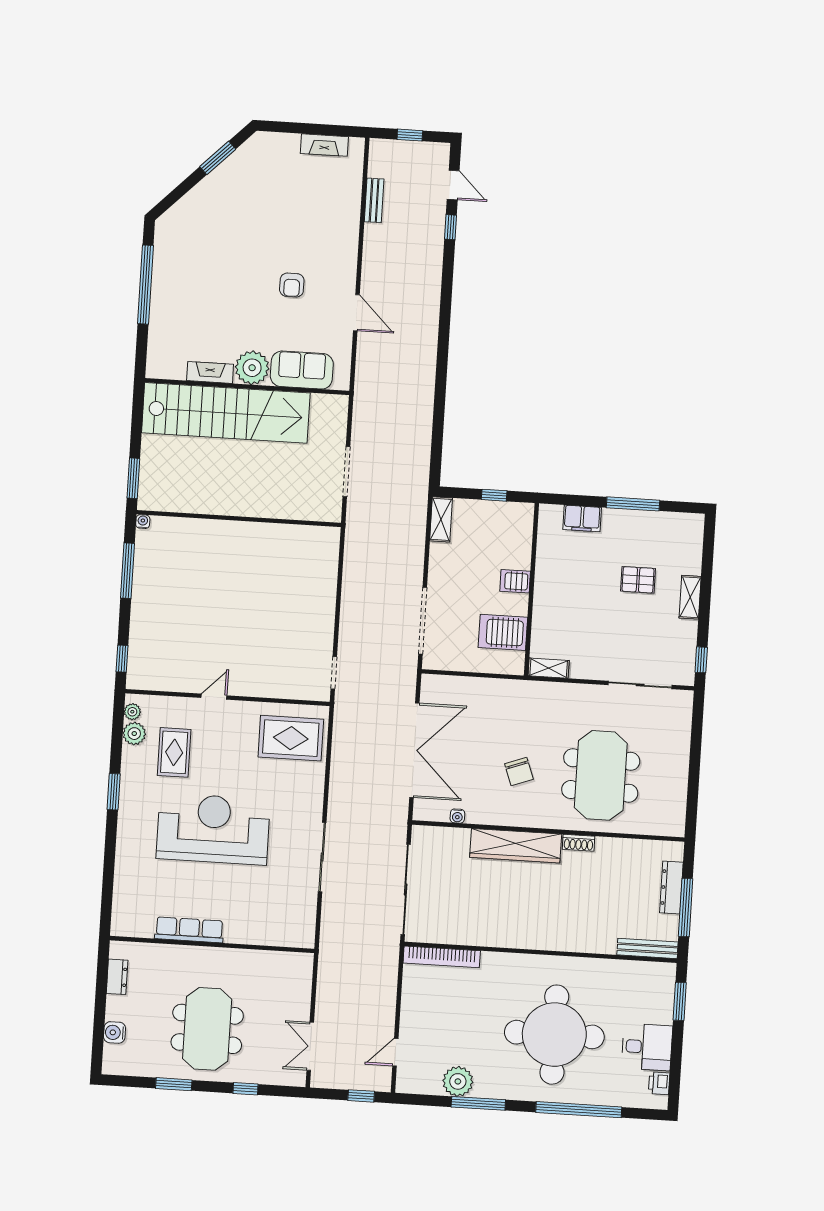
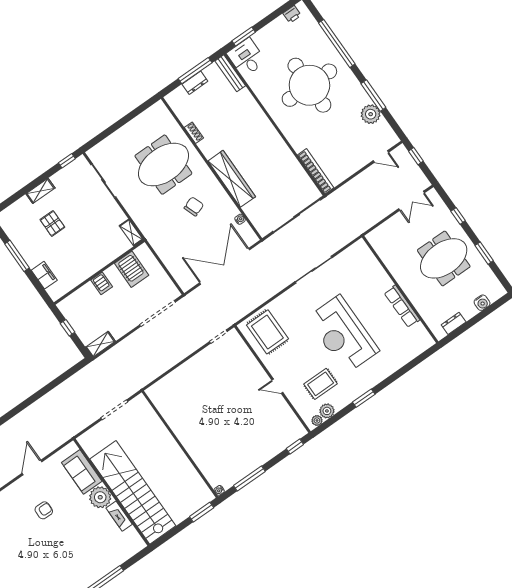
shoe rack: (579, 843) -> (194, 133), moved
dresser: (671, 888) -> (195, 83), width x0.70
desk: (647, 1047) -> (246, 58), moved

